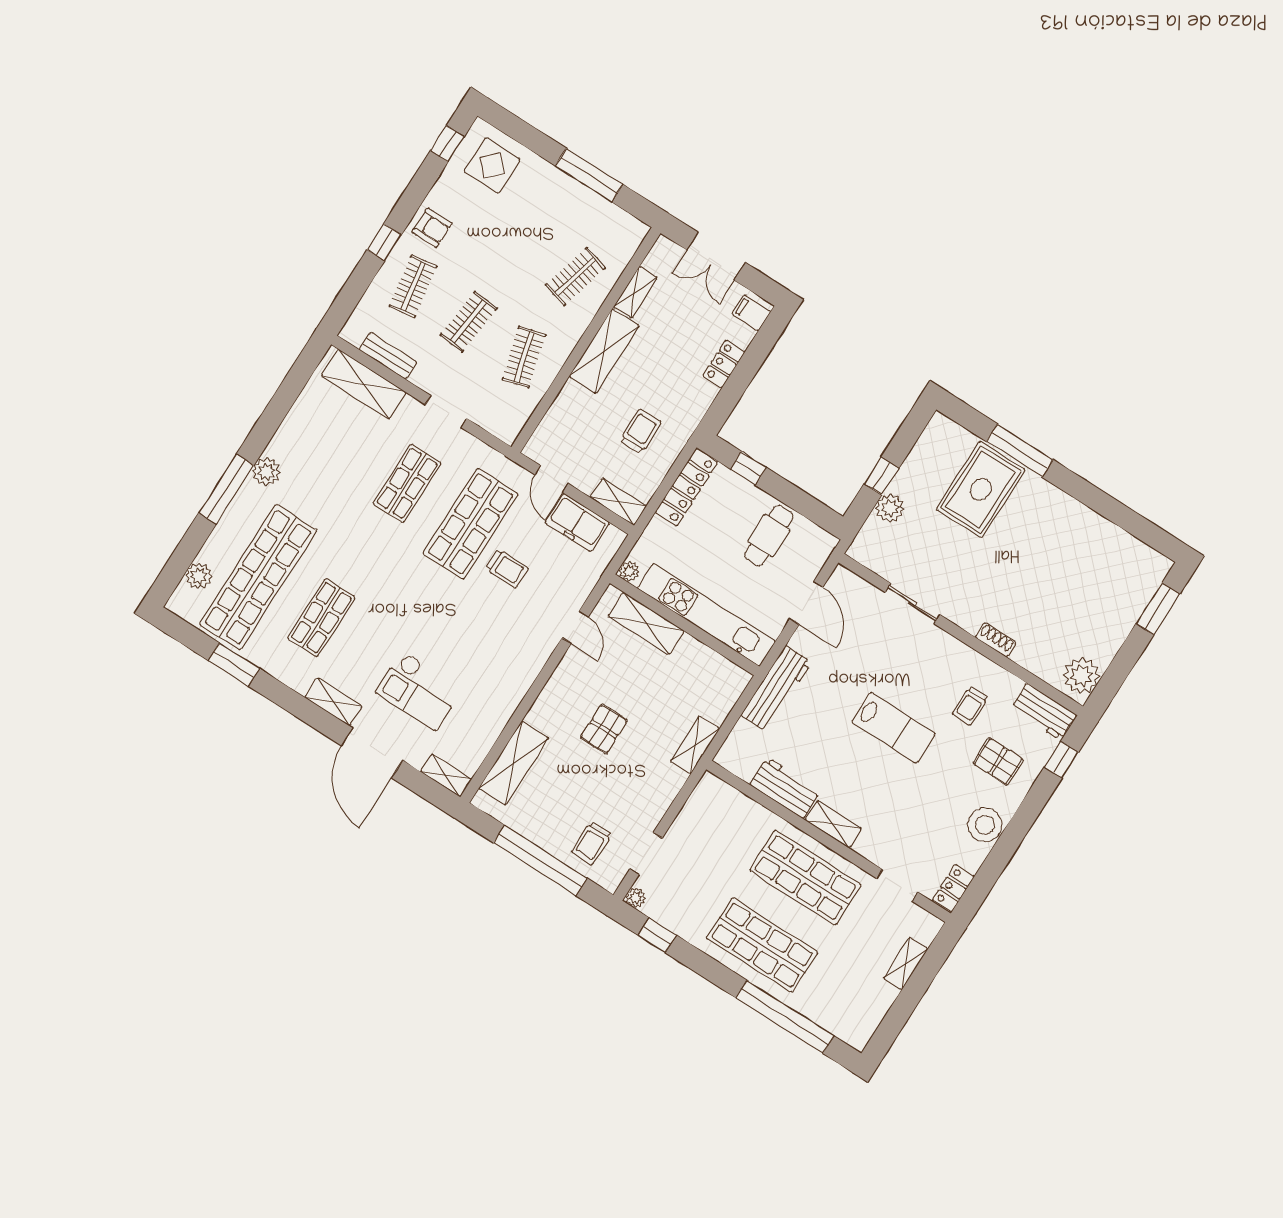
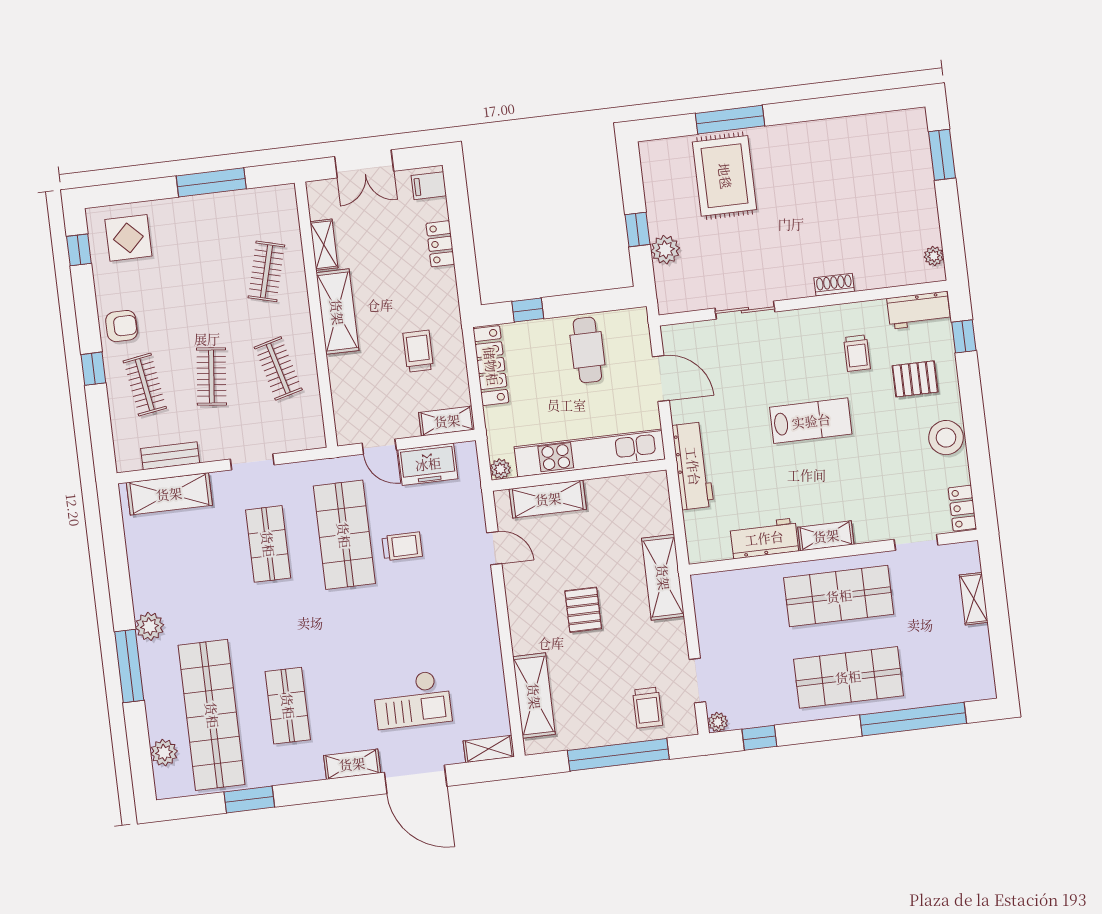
plant: (1082, 676) -> (934, 256), width x0.53, depth x0.53
shelving: (695, 745) -> (663, 577), width x1.50, depth x1.33

